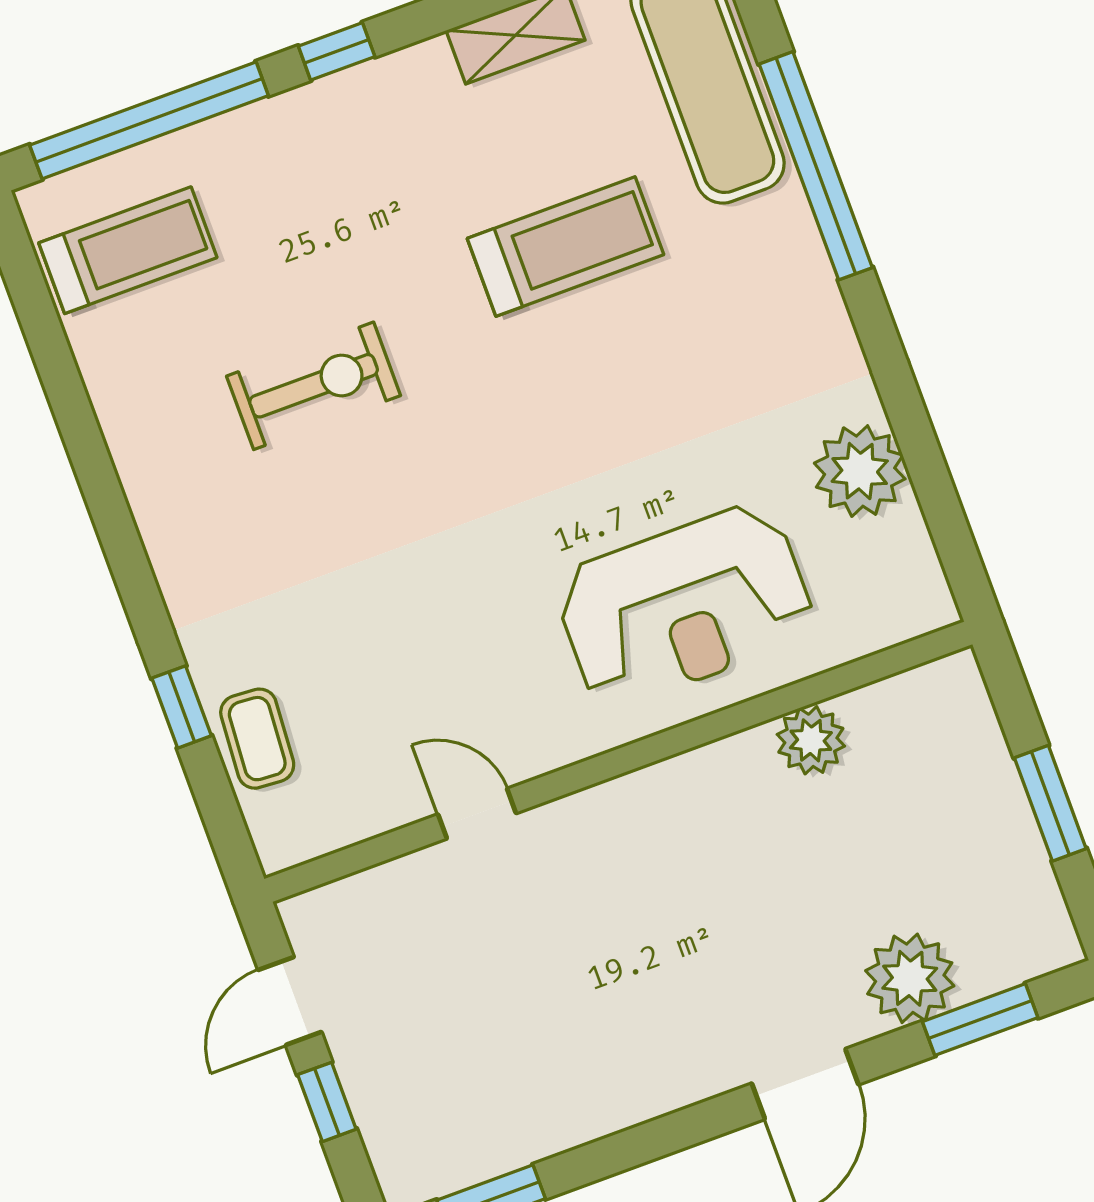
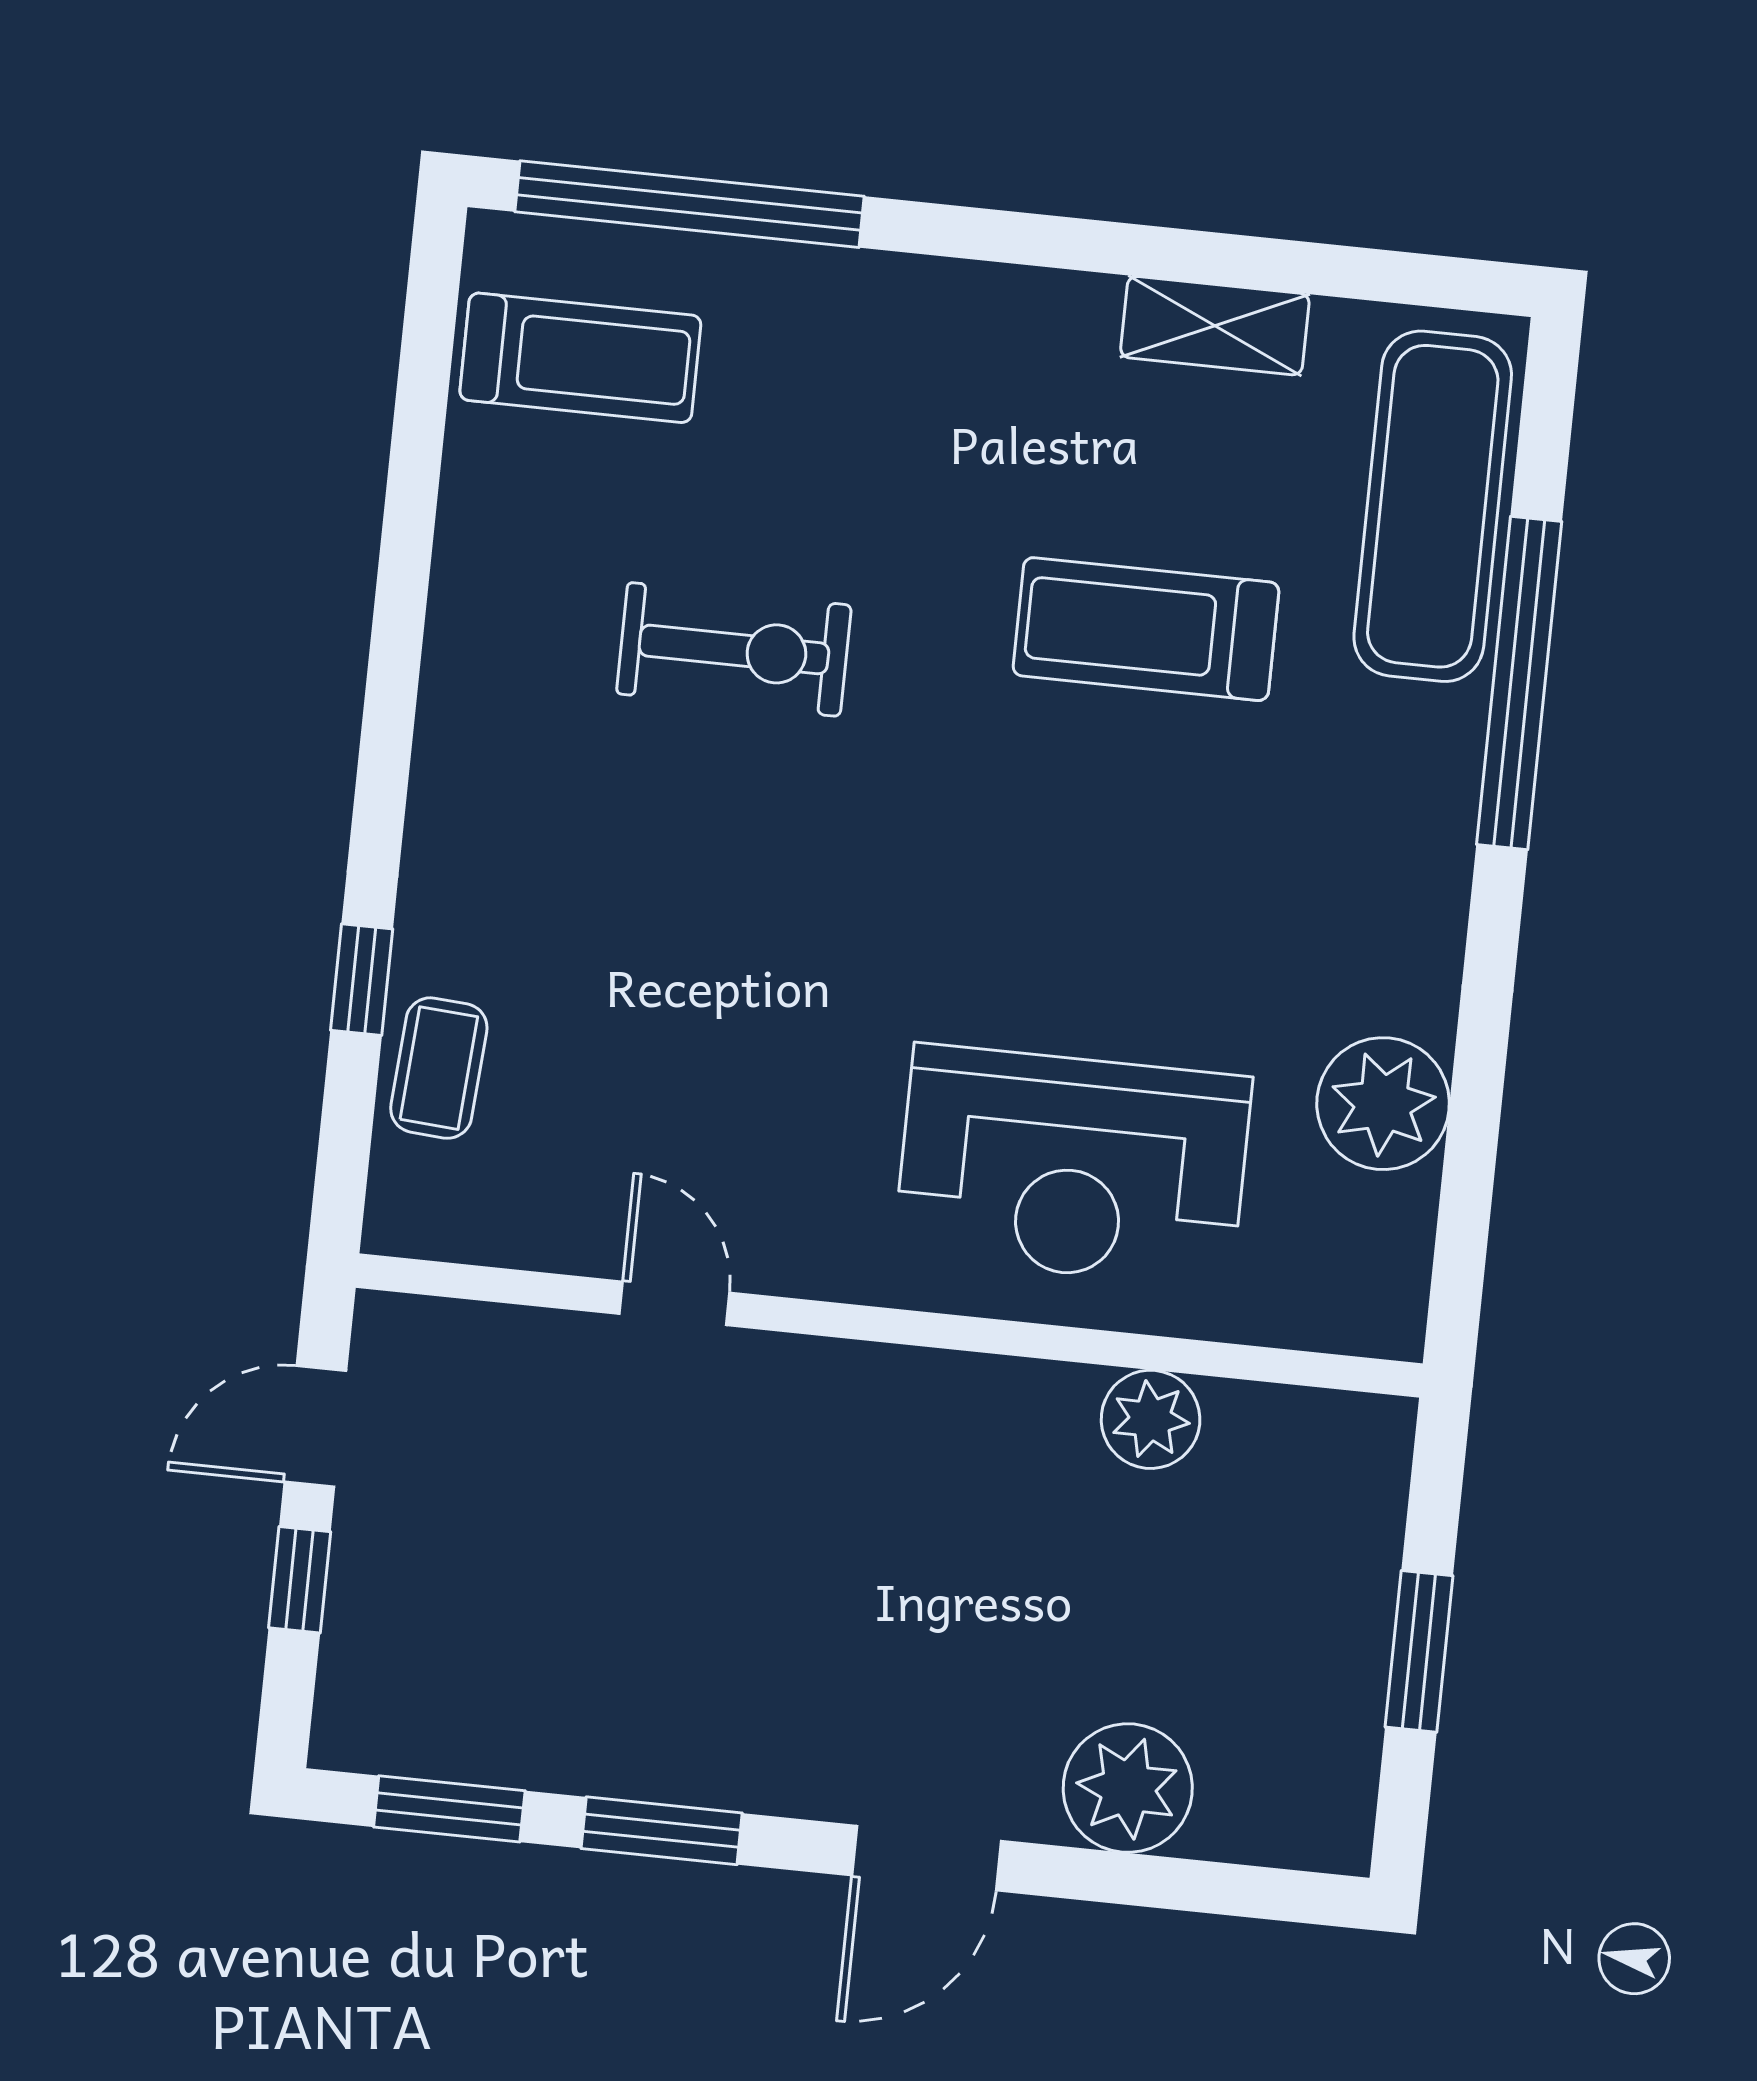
window: (337, 51) -> (974, 233), removed
treadmill: (565, 247) -> (1146, 629), turned 180
window: (980, 1020) -> (662, 1831), moved

